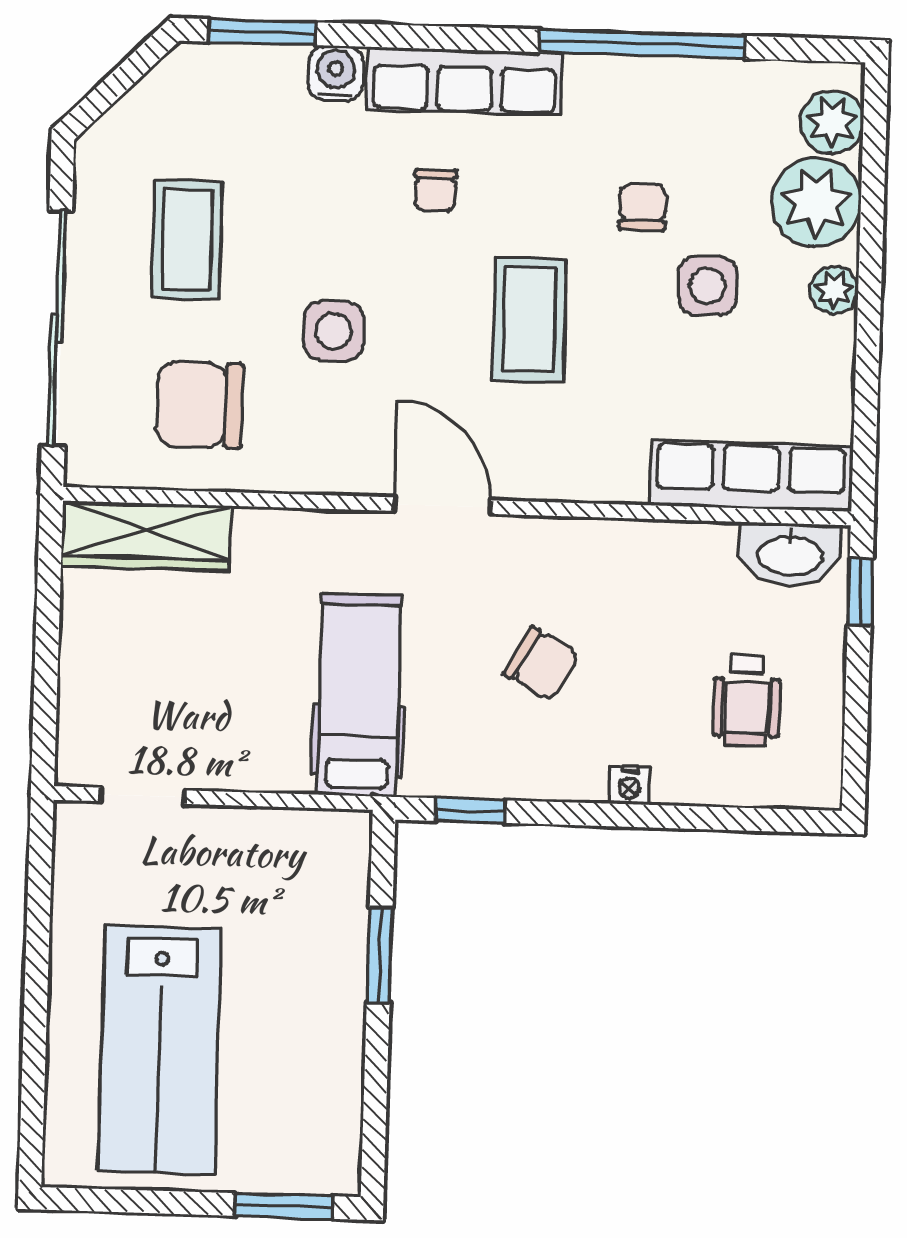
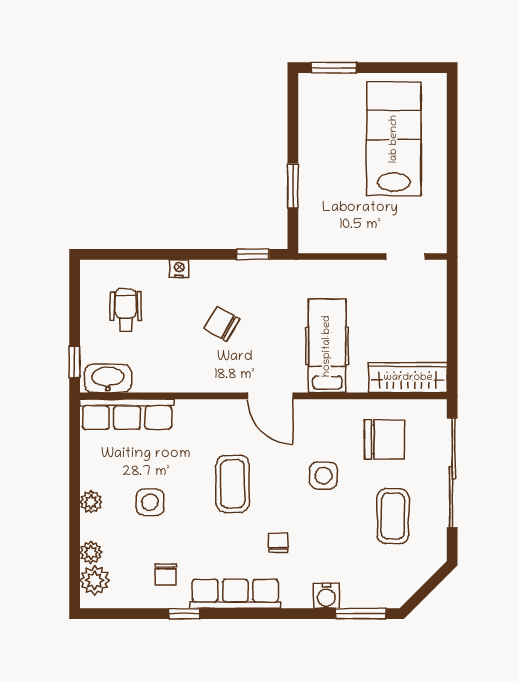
window: (642, 44) -> (184, 614), width x0.32
row of seats: (465, 81) -> (235, 594), moved
plant: (816, 202) -> (91, 552), width x0.53, depth x0.53
chair: (642, 207) -> (166, 574), moved
hospital bed: (359, 695) -> (327, 346), moved, turned 180

